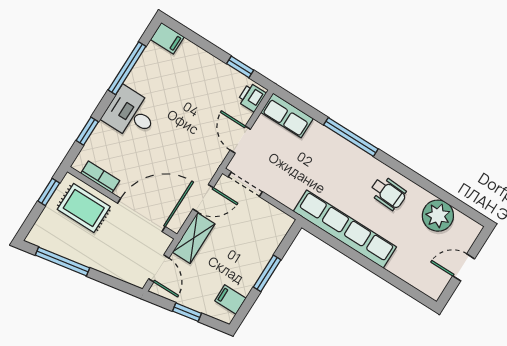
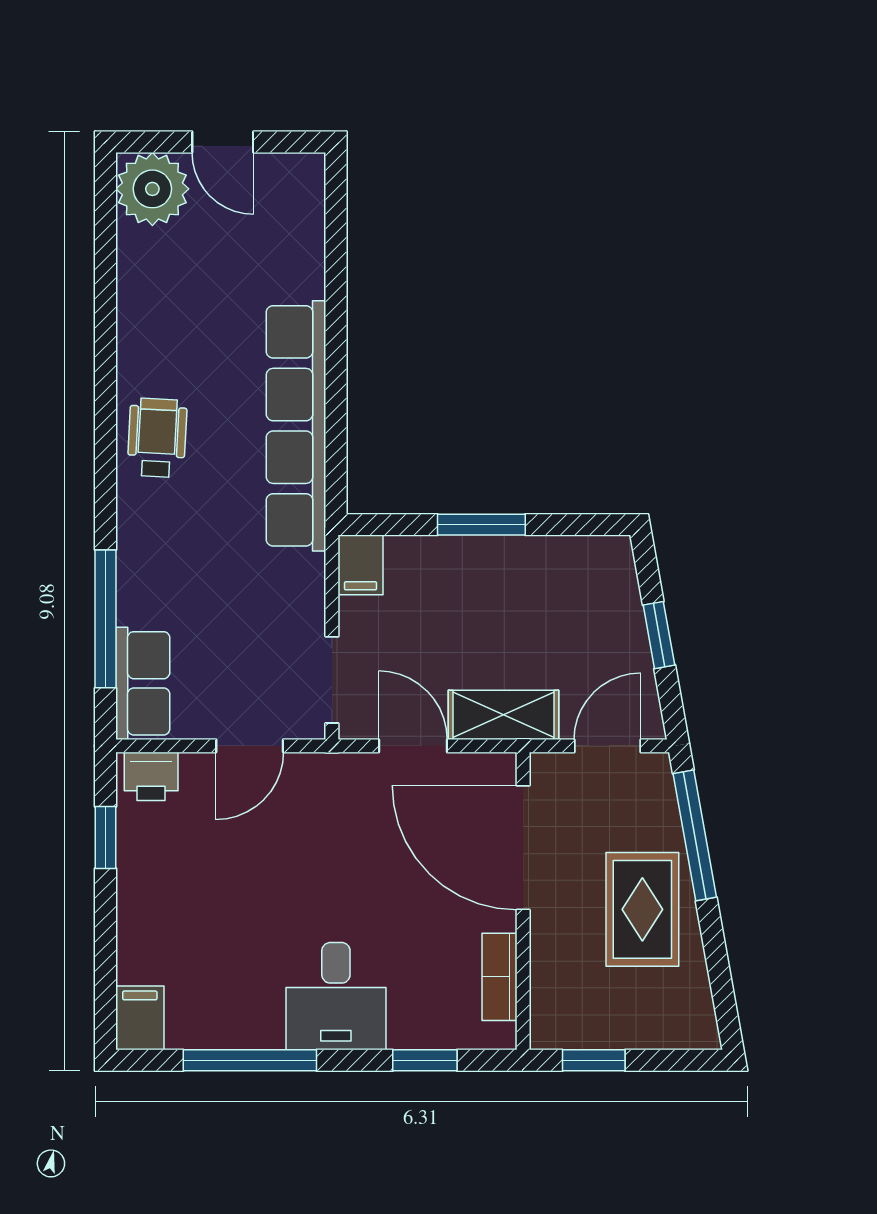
window: (351, 137) -> (105, 619), moved
wheelchair: (388, 193) -> (157, 438), moved
rug: (84, 208) -> (642, 909), moved
plant: (438, 216) -> (152, 189), moved
window: (63, 261) -> (695, 835), moved
filing cabinet: (230, 299) -> (361, 565), moved

